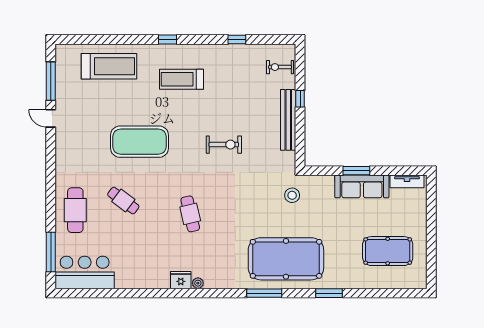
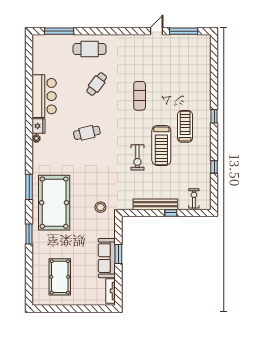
treadmill: (109, 66) -> (161, 145), moved
exercise mat: (140, 142) -> (140, 96), width x0.50, depth x0.69
bar counter: (85, 272) -> (44, 96), moved

